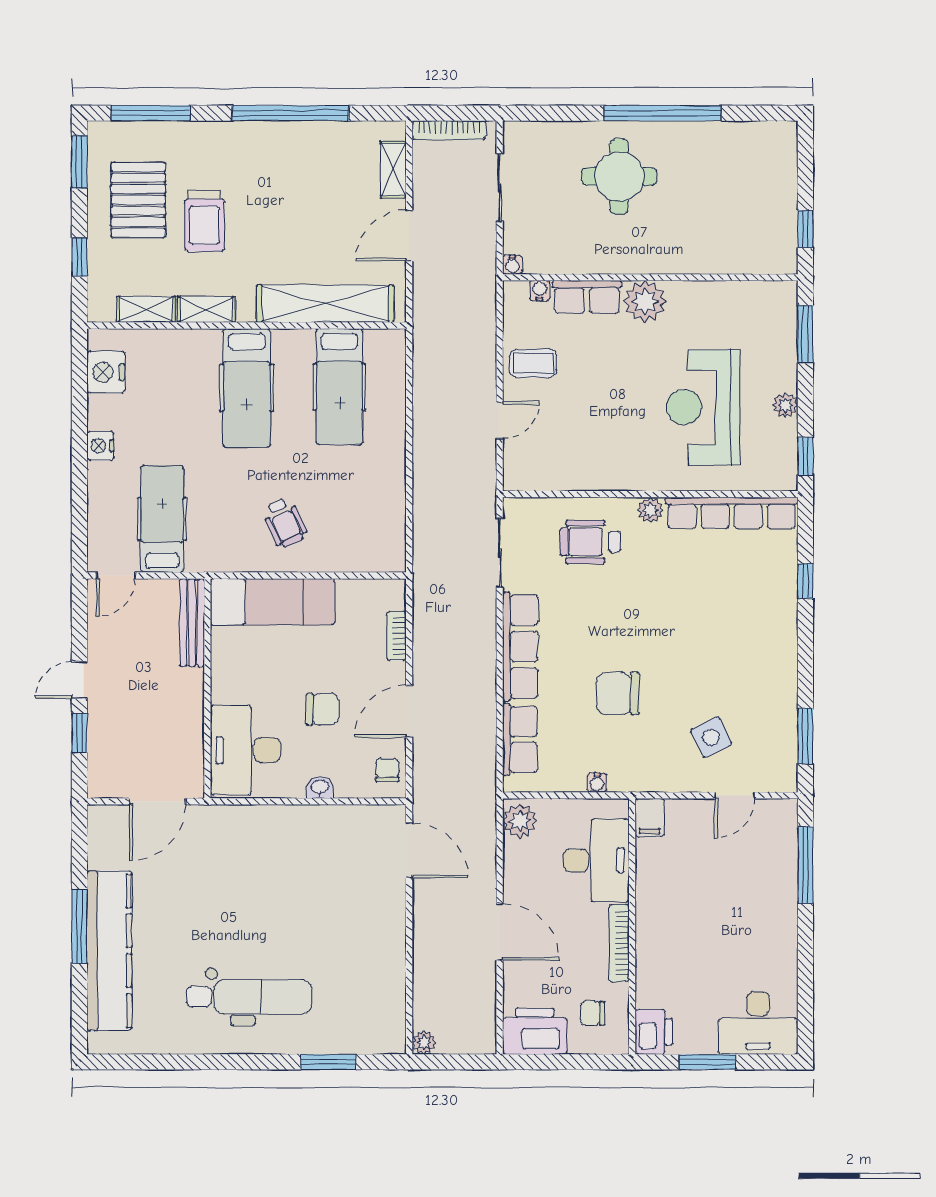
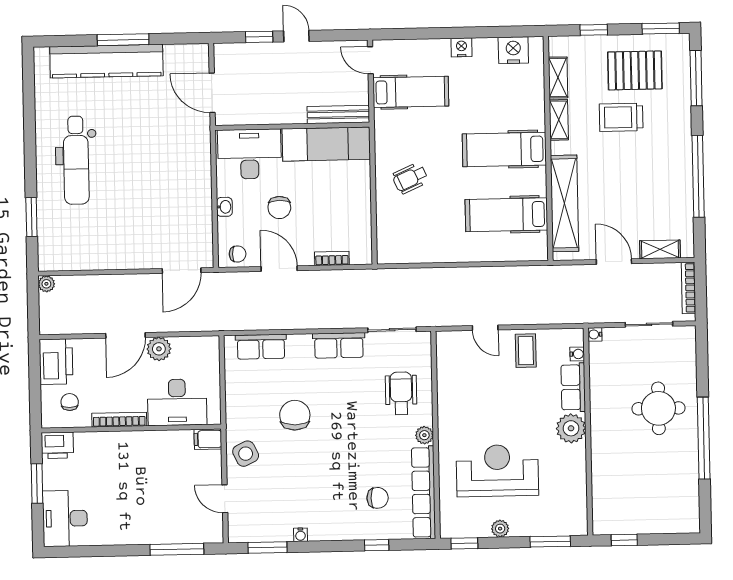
chair: (738, 578) -> (378, 498), added
exam couch: (273, 602) -> (326, 144), moved, turned -90
row of seats: (520, 647) -> (339, 345), width x0.68
side table: (711, 737) -> (246, 454), moved
water cooler: (597, 783) -> (300, 535), moved, turned -90
plant: (520, 821) -> (159, 349), moved

